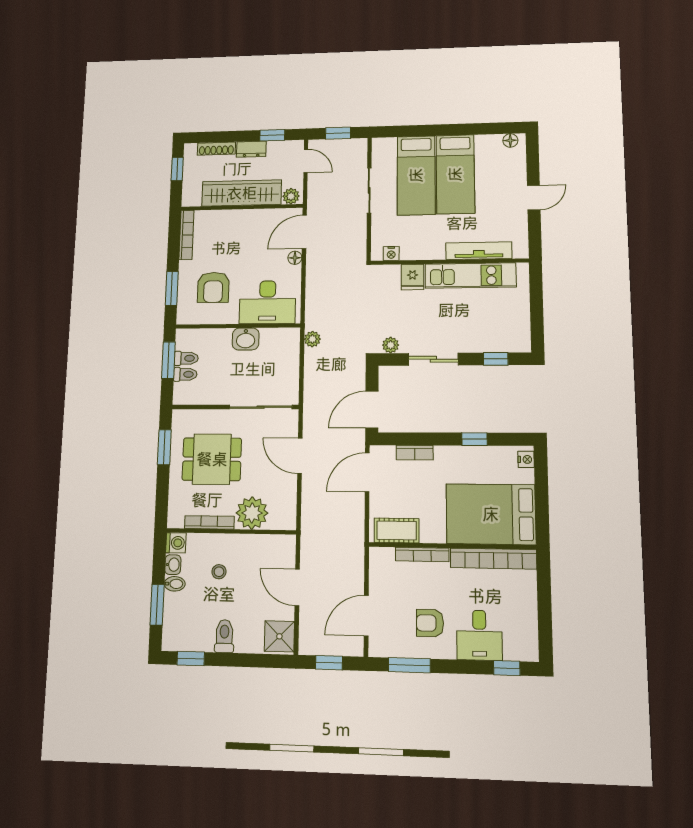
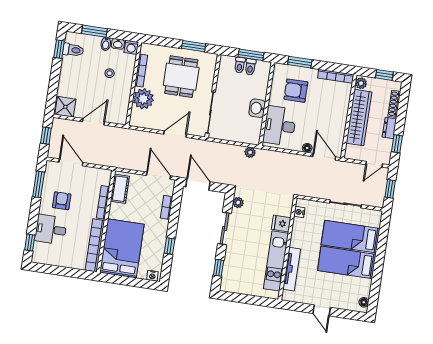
plant: (291, 196) -> (361, 83), moved
toilet: (224, 636) -> (73, 50), moved

